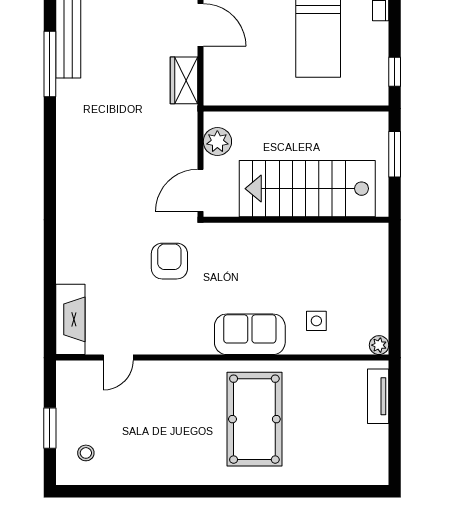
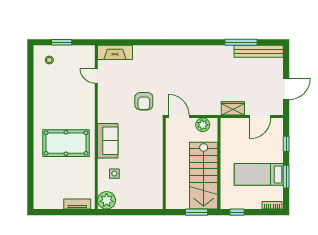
stairs: (307, 189) -> (204, 176), moved, turned 180
armchair: (169, 261) -> (144, 101), turned 90
plant: (379, 345) -> (107, 200), width x1.88, depth x1.88

